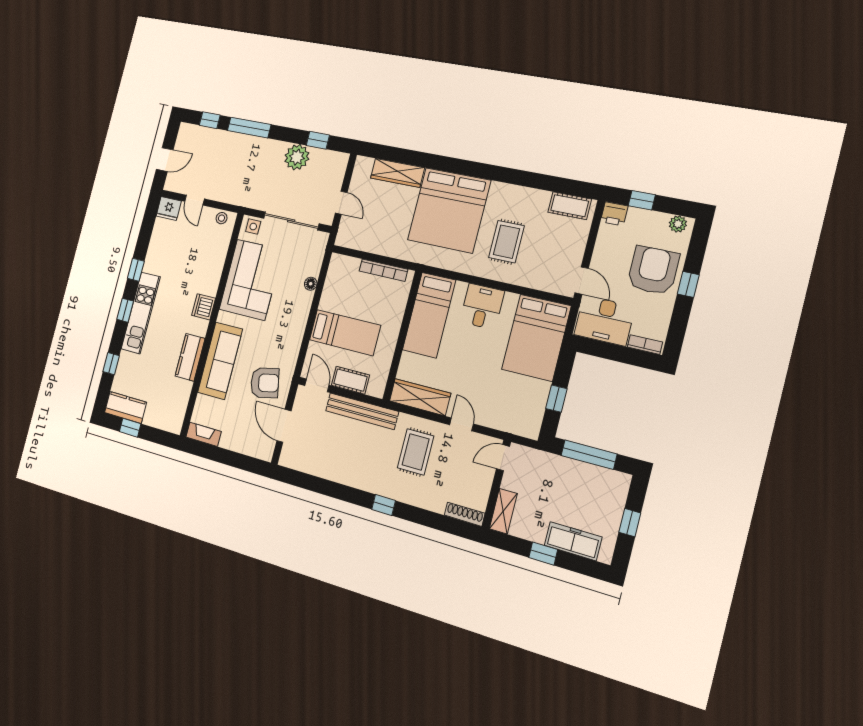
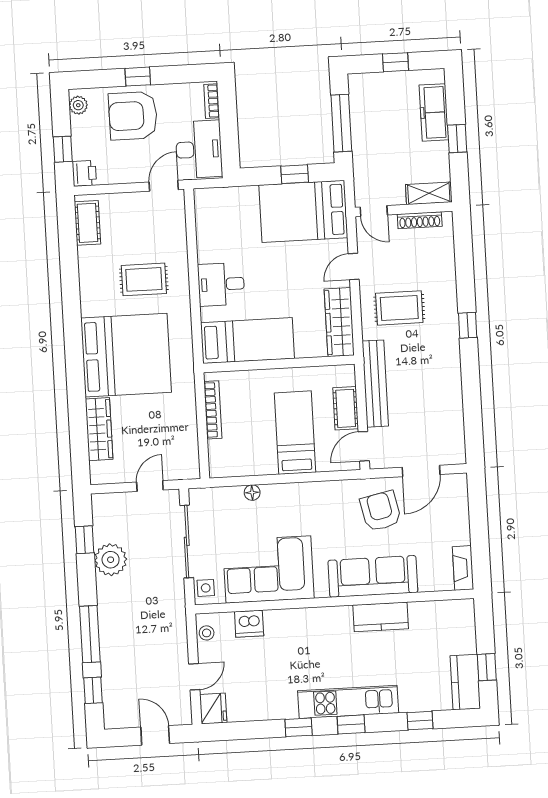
dishwasher: (204, 307) -> (249, 624), moved
bed: (536, 338) -> (303, 211), moved, turned 180
shoe rack: (465, 514) -> (420, 220), moved, turned -90

